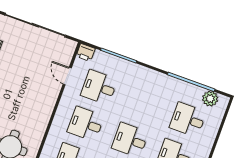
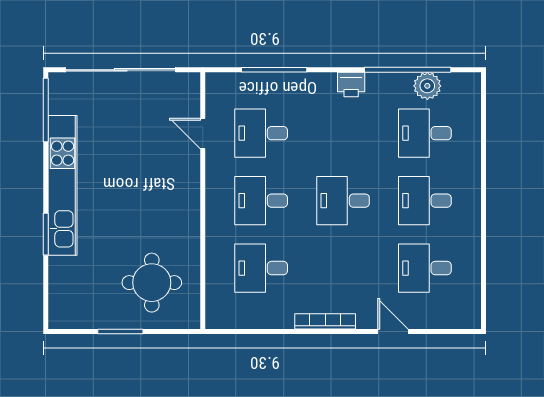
printer: (86, 52) -> (351, 84), moved
plant: (210, 99) -> (427, 86), moved

